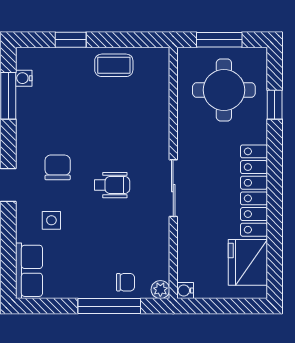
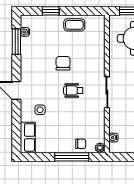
chair: (58, 167) -> (63, 63), moved
wheelchair: (112, 185) -> (73, 90), turned 180
water cooler: (185, 291) -> (113, 138), moved

